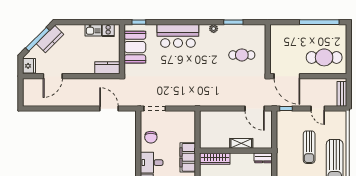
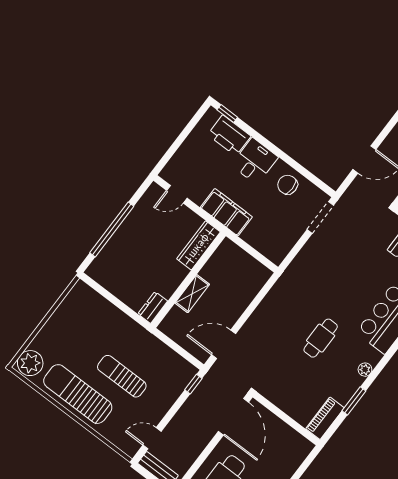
piano: (253, 30) -> (325, 418), added
cafe table: (242, 55) -> (321, 338), moved
door: (287, 76) -> (233, 417), swing flipped
door: (318, 109) -> (152, 438), moved

